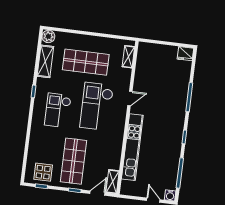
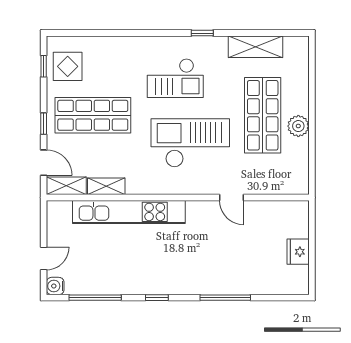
plant: (48, 36) -> (298, 126), moved
fridge: (185, 54) -> (298, 252), moved
shelving: (128, 57) -> (106, 186), moved
door: (130, 98) -> (232, 197), moved
checkout: (58, 110) -> (175, 78), turned 180

